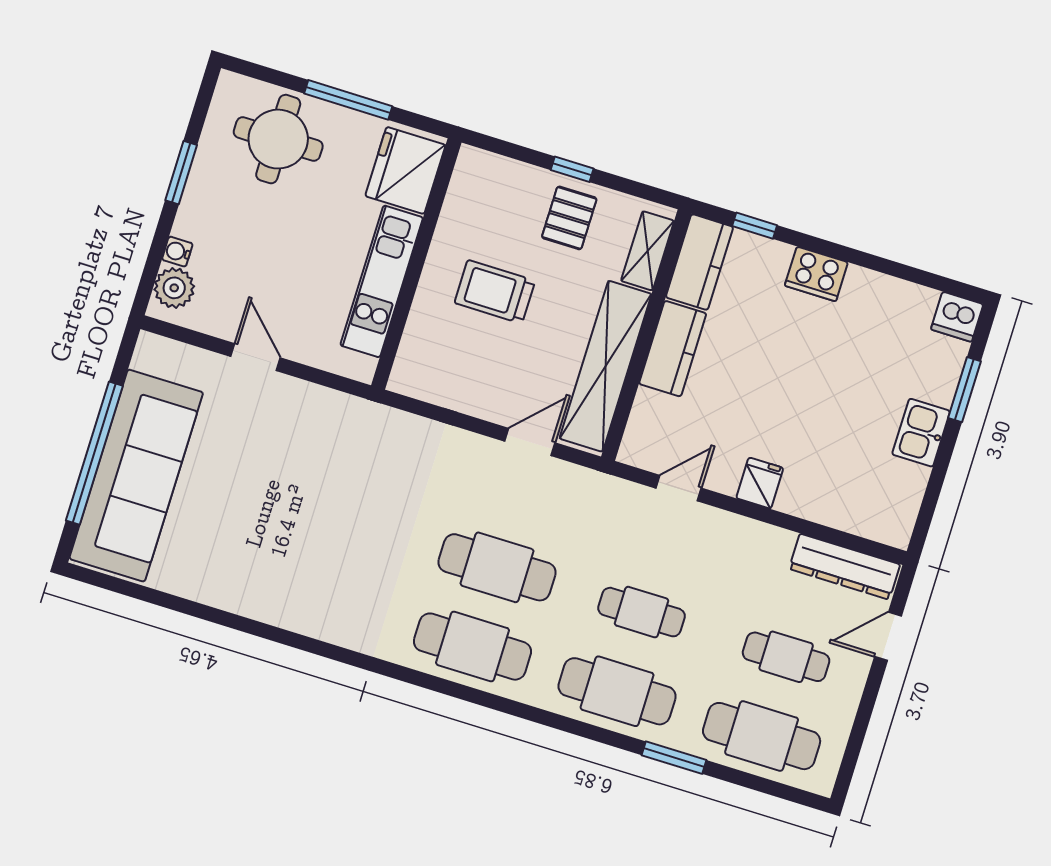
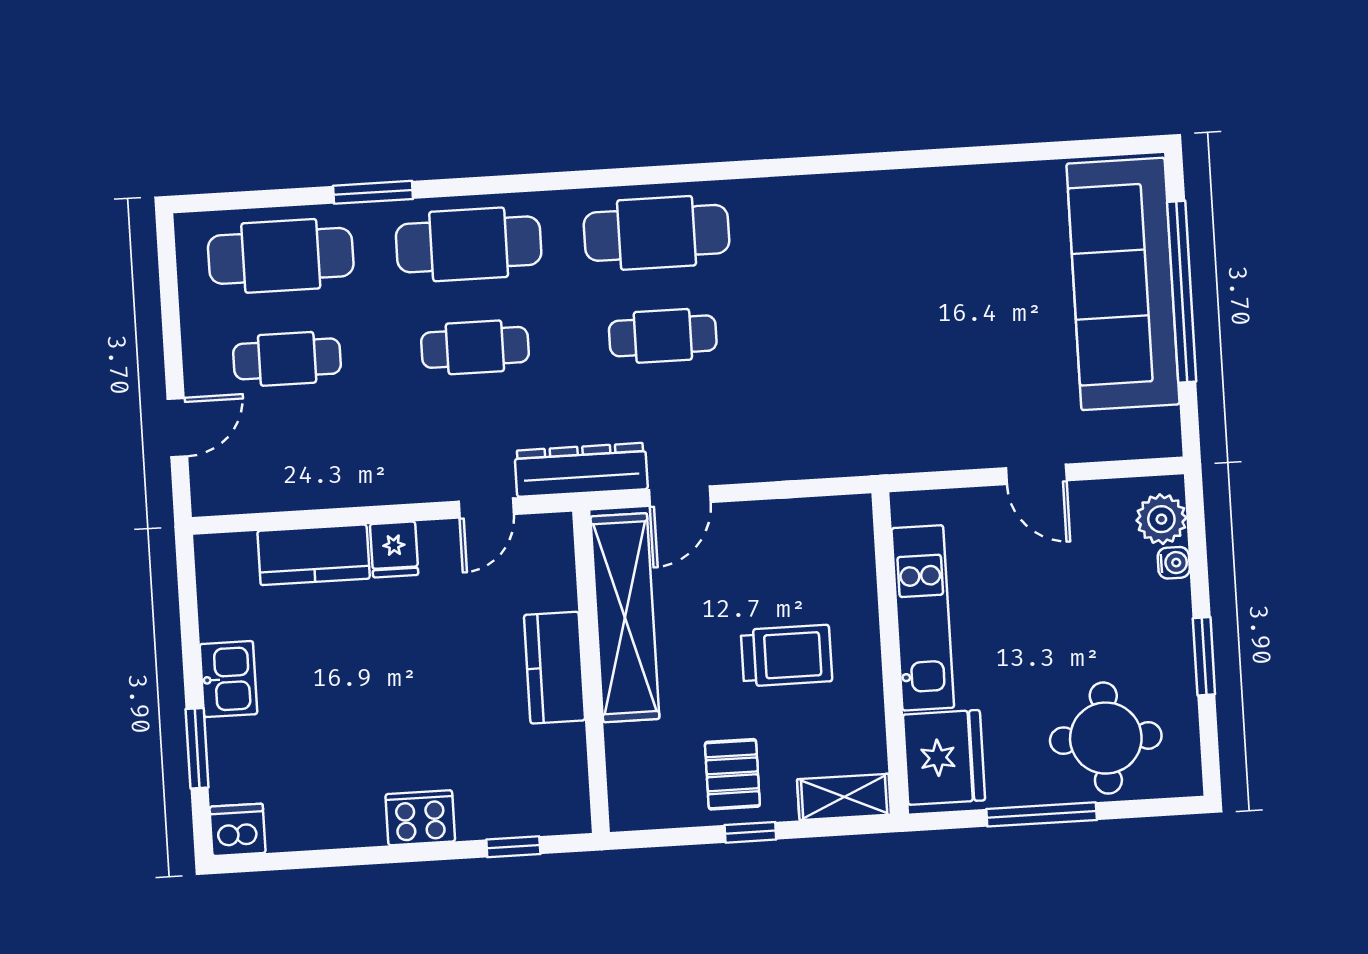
shelving: (648, 251) -> (844, 797), moved, turned 90
kitchen counter: (699, 262) -> (314, 555), moved, turned -90
cafe table: (497, 567) -> (663, 336), width x0.73, depth x0.74
dresser: (845, 567) -> (581, 470), moved

